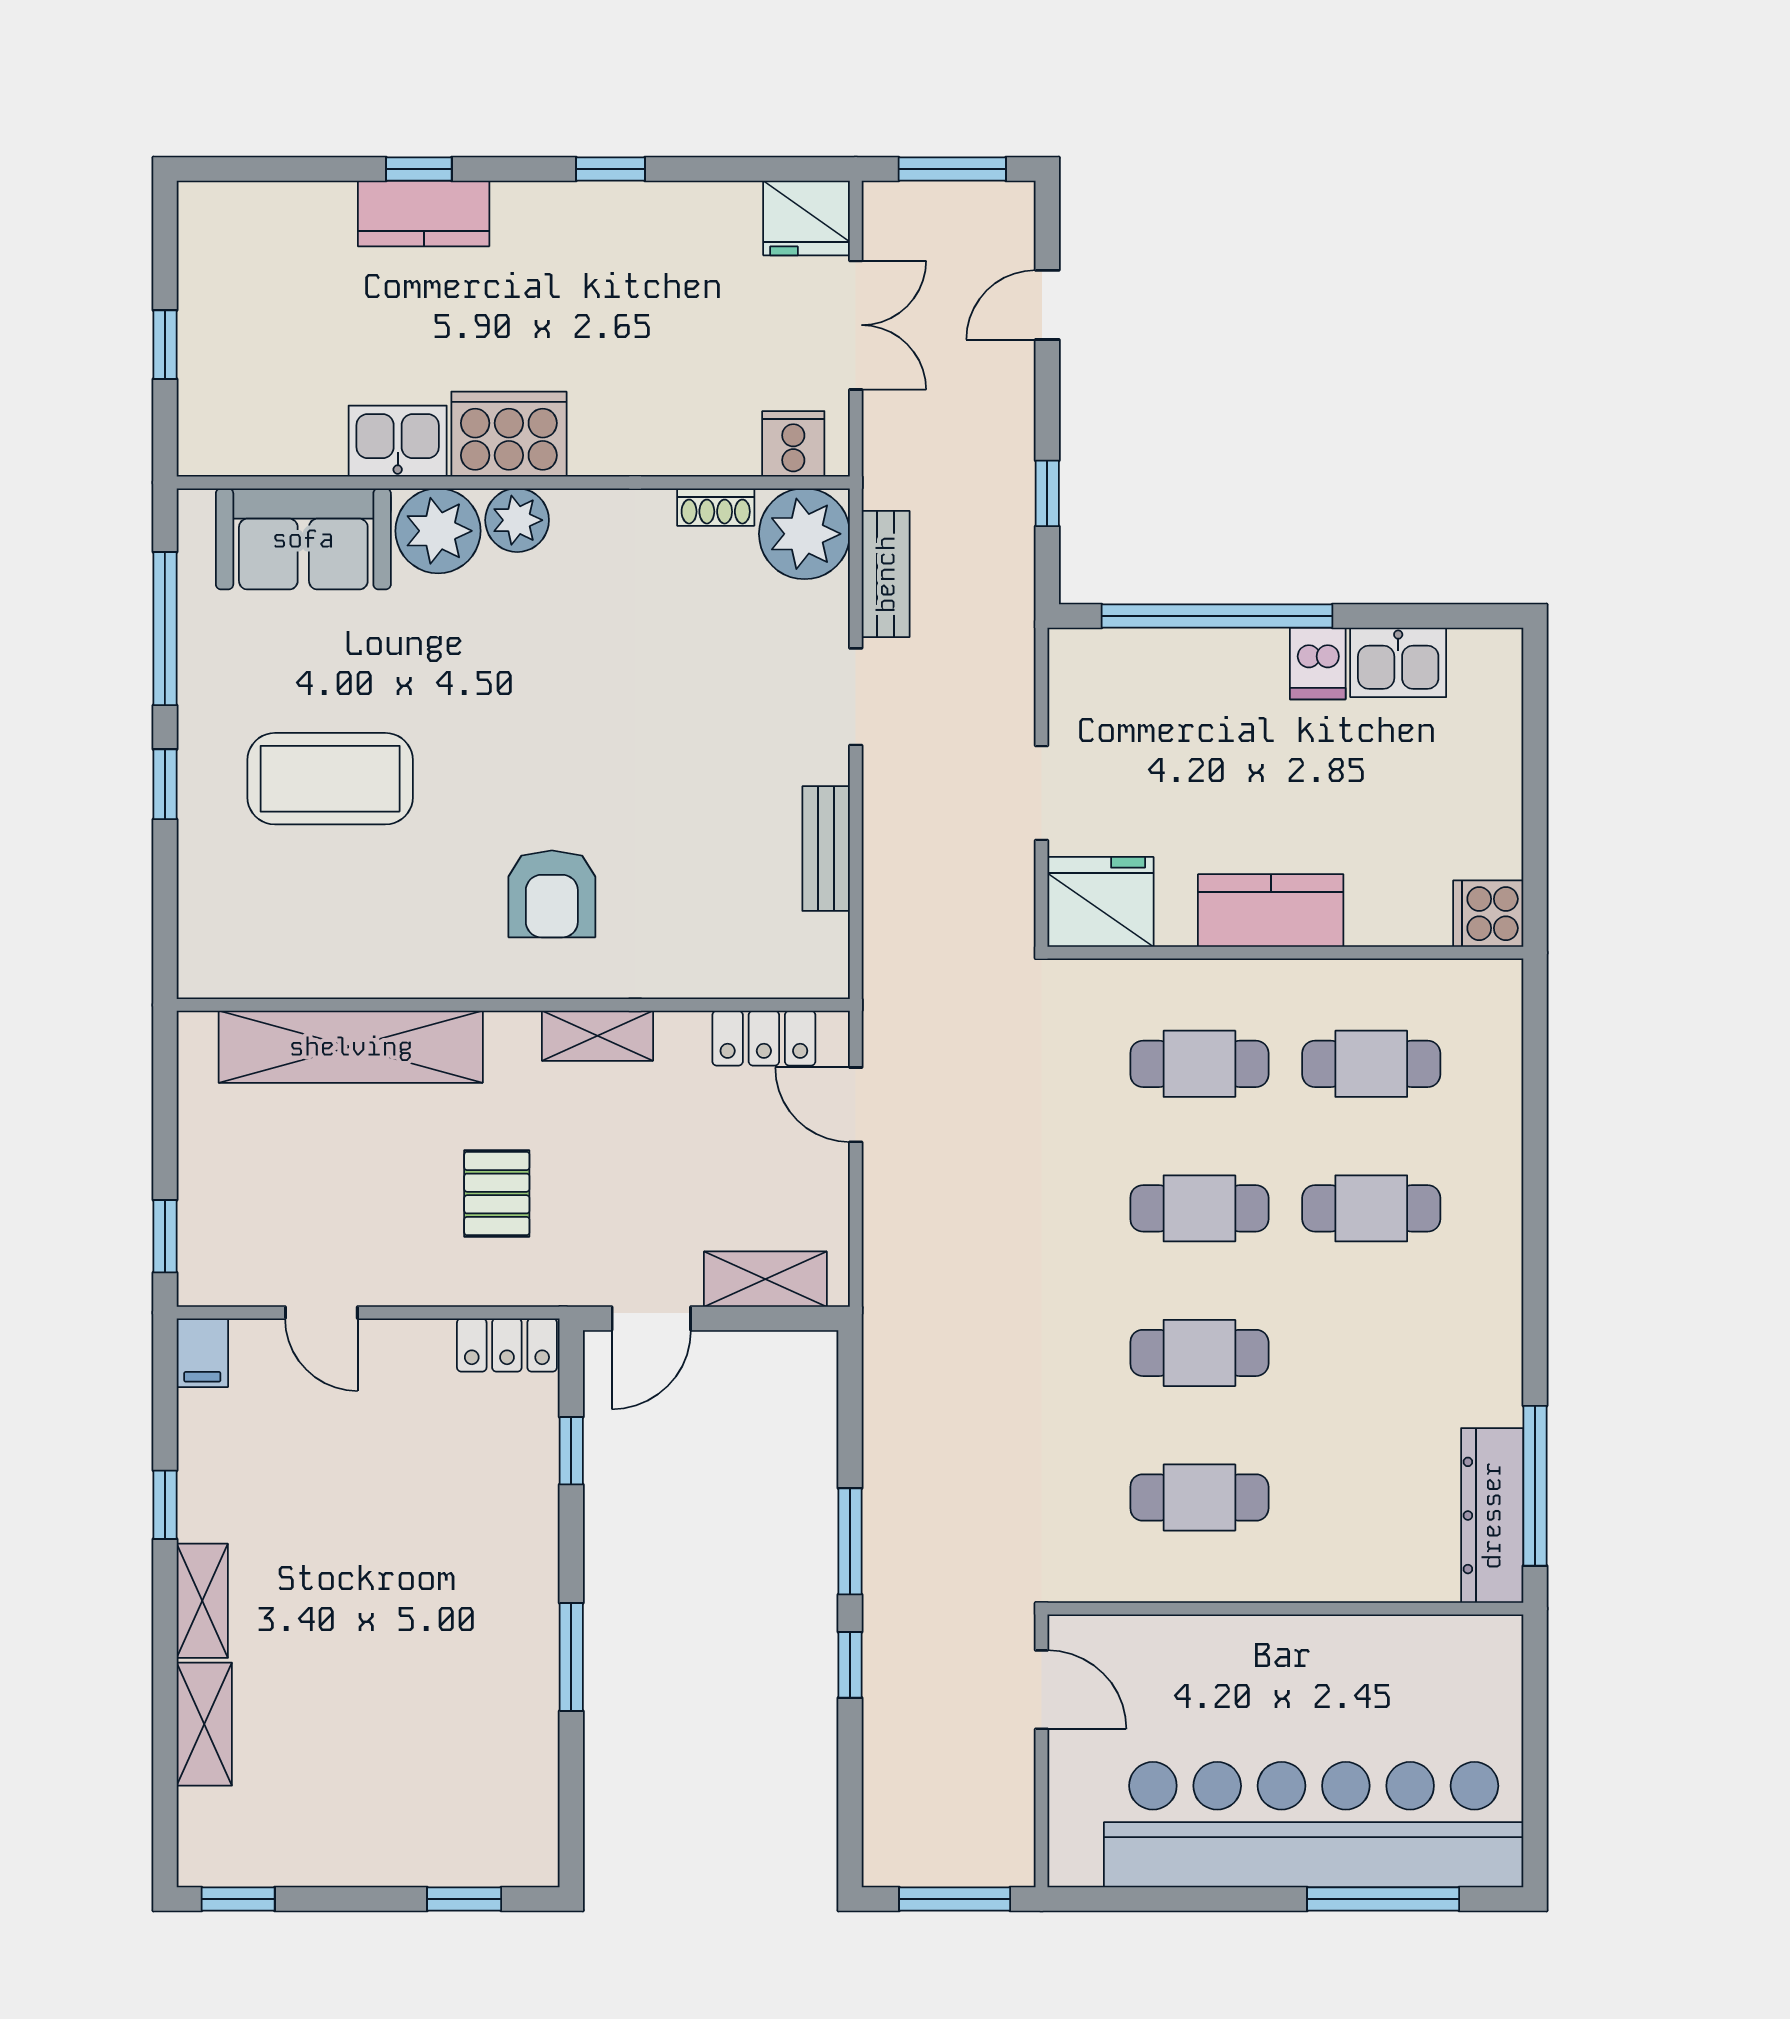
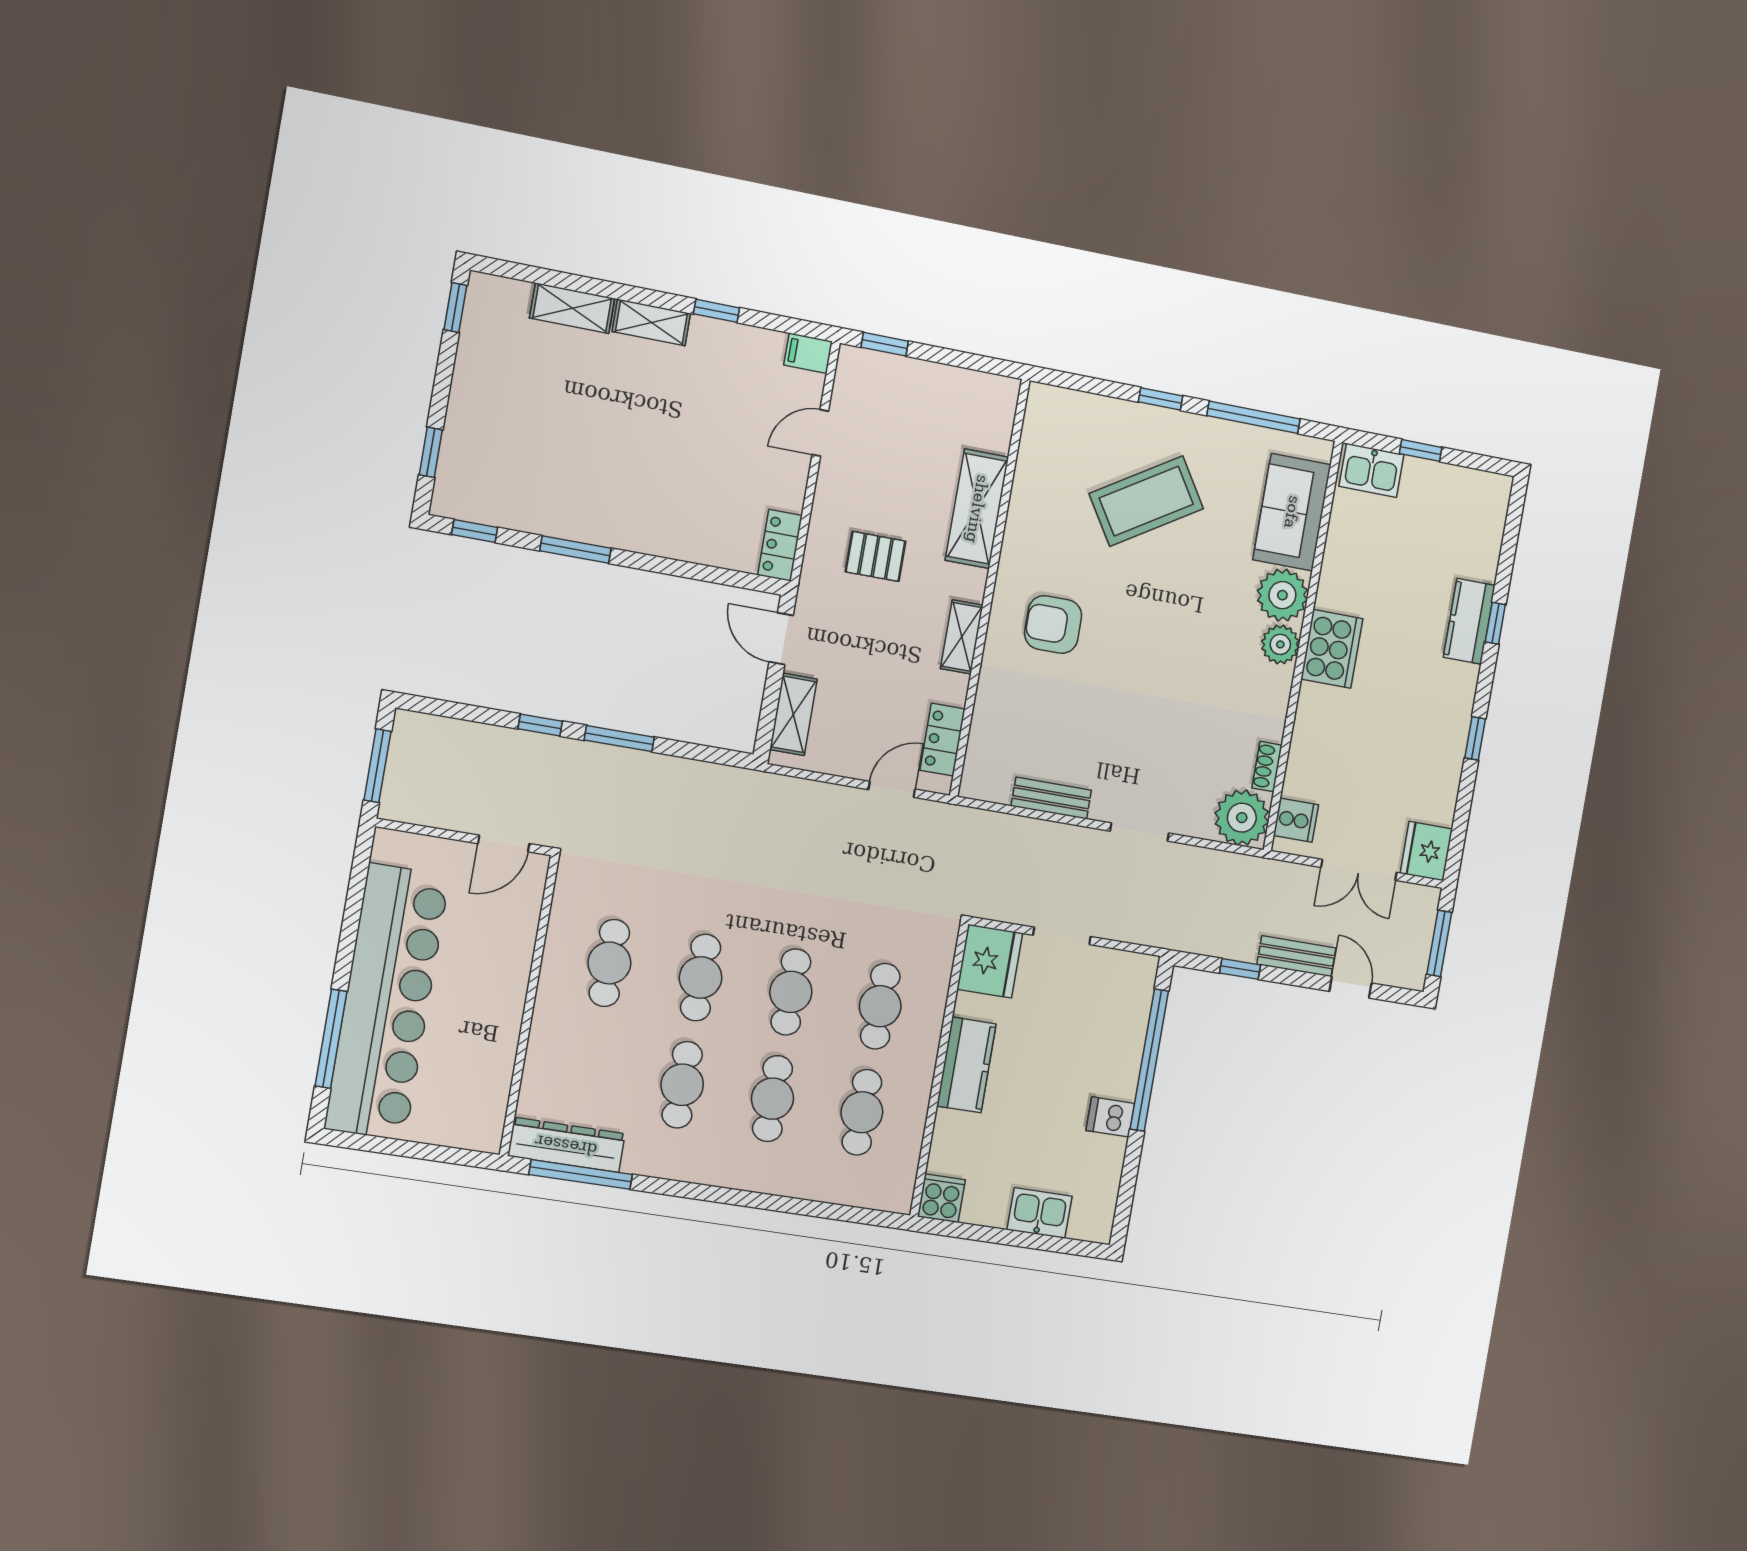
kitchen sink: (398, 441) -> (1371, 470), moved, turned 90
bench: (886, 574) -> (1296, 956), moved
kitchen sink: (1398, 662) -> (1040, 1213), moved, turned 90
coffee table: (330, 779) -> (1146, 501), turned 58
shelving: (351, 1047) -> (977, 509), width x0.68
cafe table: (1371, 1353) -> (682, 1085), added
window: (571, 1451) -> (475, 531), moved

